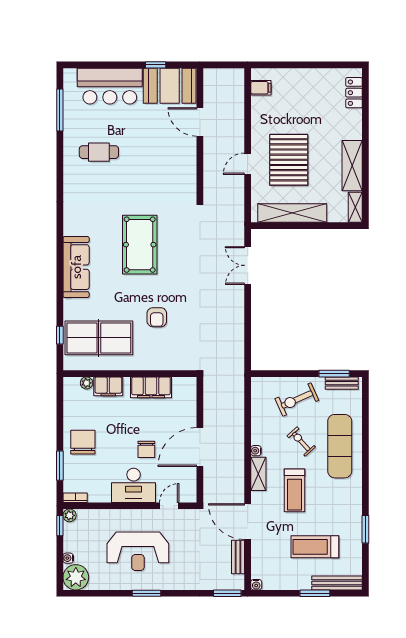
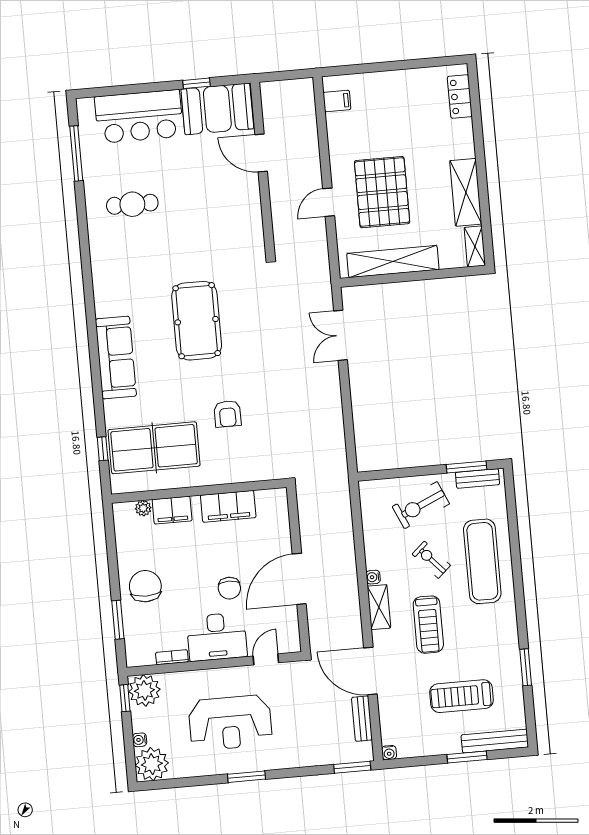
bookcase: (75, 498) -> (172, 657), moved
plant: (70, 515) -> (144, 690), width x1.88, depth x1.88

